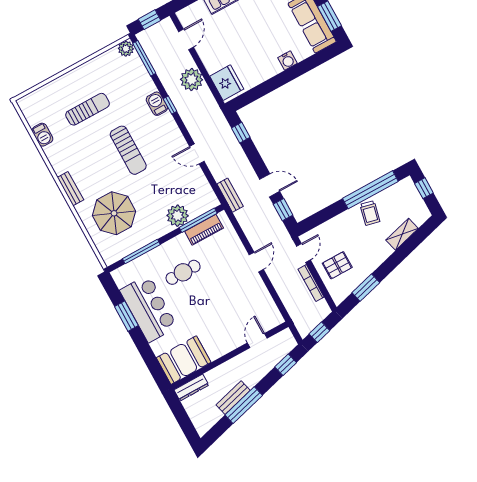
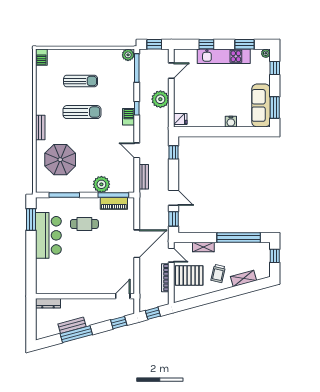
fridge: (227, 83) -> (180, 119), width x0.53, depth x0.75
barbecue: (157, 104) -> (129, 117), moved
barbecue: (42, 135) -> (41, 57), moved
sun lounger: (128, 150) -> (82, 112), moved, turned -90
bench: (230, 195) -> (144, 177), moved
trolley: (370, 213) -> (218, 273), moved
shelving: (336, 223) -> (203, 247), added
door: (303, 253) -> (171, 255), hinge flipped
door: (256, 262) -> (137, 244), width x1.88
pallet: (337, 265) -> (189, 275), width x1.50, depth x1.42
window: (366, 288) -> (200, 301), removed
window: (126, 316) -> (31, 220), moved
door: (257, 341) -> (123, 296), moved
booth: (184, 360) -> (53, 282), removed

